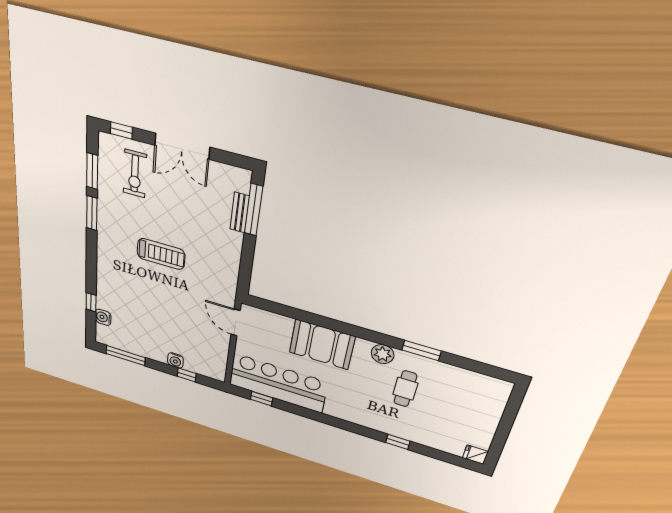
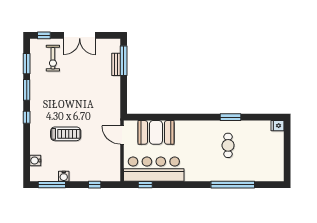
treadmill: (161, 254) -> (66, 134), moved
window: (91, 302) -> (27, 117), moved
booth: (322, 344) -> (156, 132), moved
plant: (383, 354) -> (210, 127), removed
water cooler: (175, 360) -> (64, 176), moved
window: (398, 442) -> (233, 185), width x3.17
fridge: (475, 455) -> (278, 126), moved

